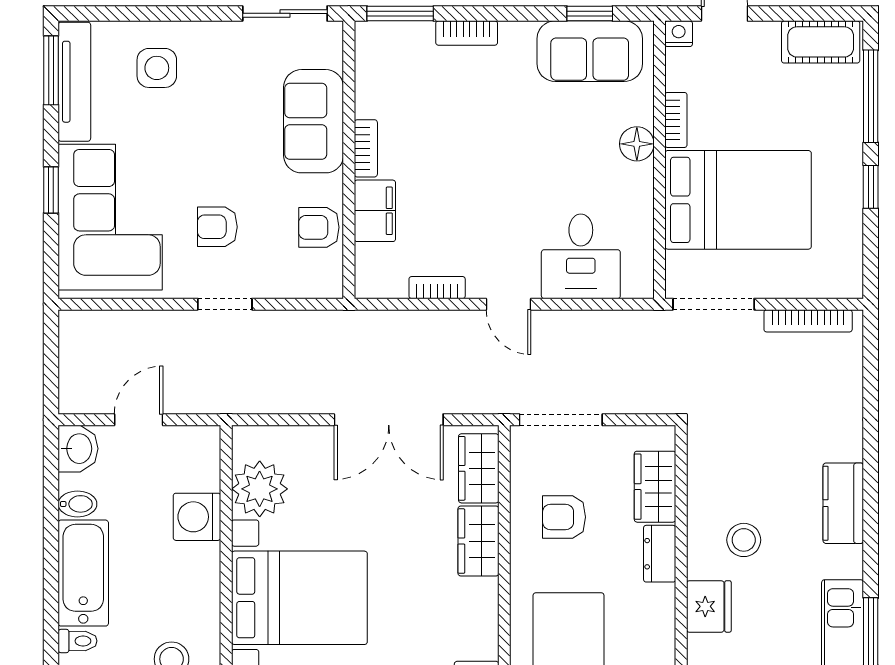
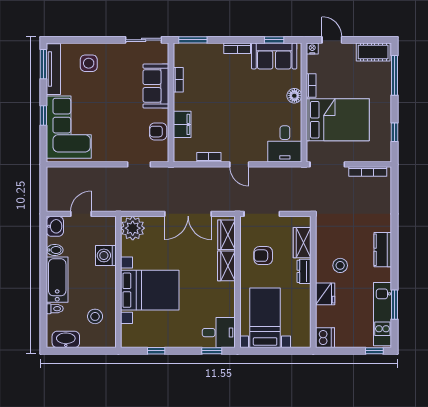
bookcase: (467, 33) -> (237, 48), moved
bookcase: (366, 148) -> (178, 80), moved
window: (871, 187) -> (395, 132), moved
armchair: (217, 227) -> (115, 131), removed
desk: (581, 256) -> (285, 144), moved
doorway: (225, 304) -> (139, 164), moved
plant: (260, 489) -> (133, 228), moved

